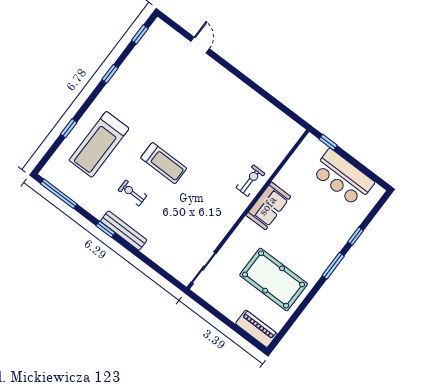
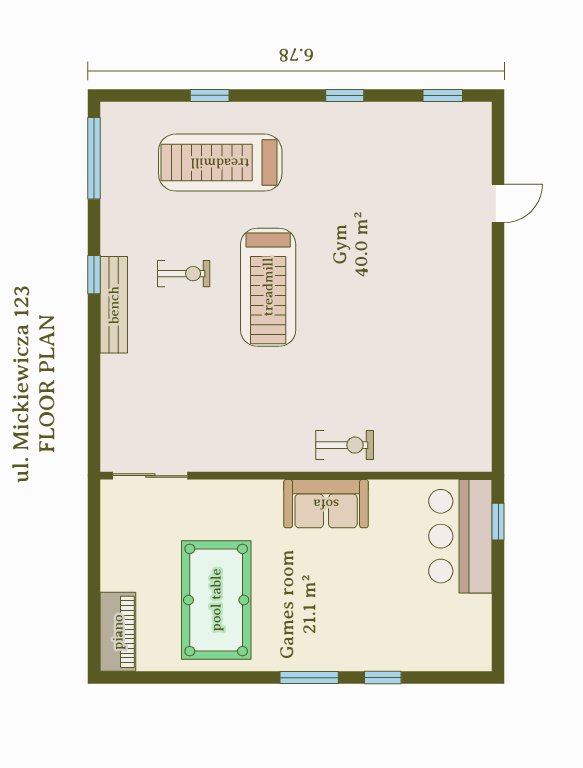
treadmill: (164, 163) -> (268, 287), width x1.37, depth x1.38
bar counter: (343, 177) -> (460, 536), moved
exercise bike: (132, 193) -> (184, 274), turned 90

